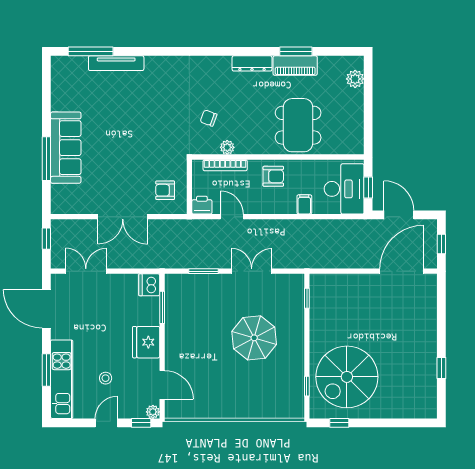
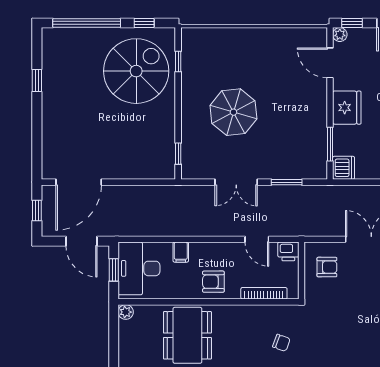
plant: (227, 147) -> (126, 312), moved
window: (394, 423) -> (87, 23), added

